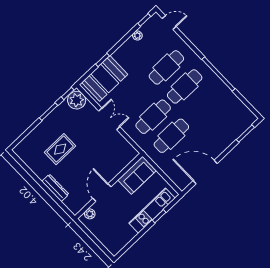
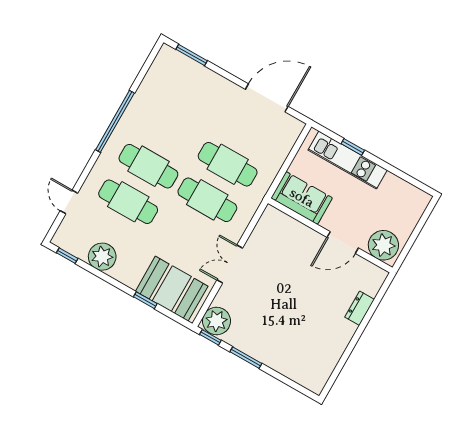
door: (169, 23) -> (69, 202), moved
plant: (137, 36) -> (102, 257), width x1.88, depth x1.88
rug: (60, 149) -> (297, 324), removed
door: (205, 172) -> (267, 98), swing flipped
dresser: (55, 188) -> (360, 308), width x0.70
plant: (90, 214) -> (383, 245), width x1.88, depth x1.88

